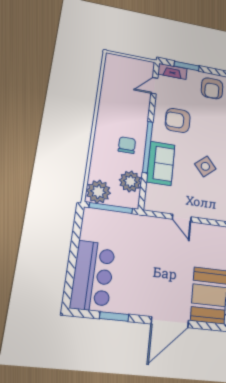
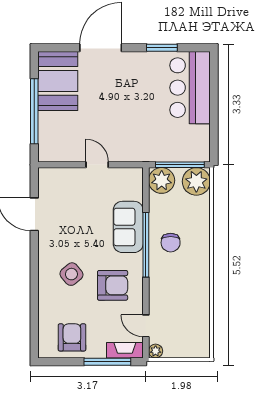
plant: (149, 66) -> (156, 351), added
window: (187, 66) -> (107, 362), width x1.44
door: (154, 86) -> (146, 326), swing flipped
side table: (205, 166) -> (71, 274), moved
plant: (130, 181) -> (162, 180), moved

